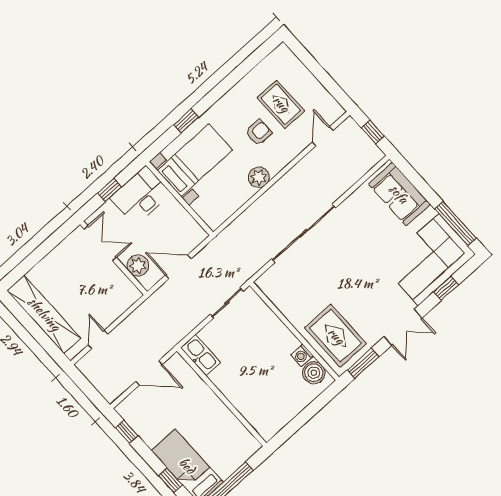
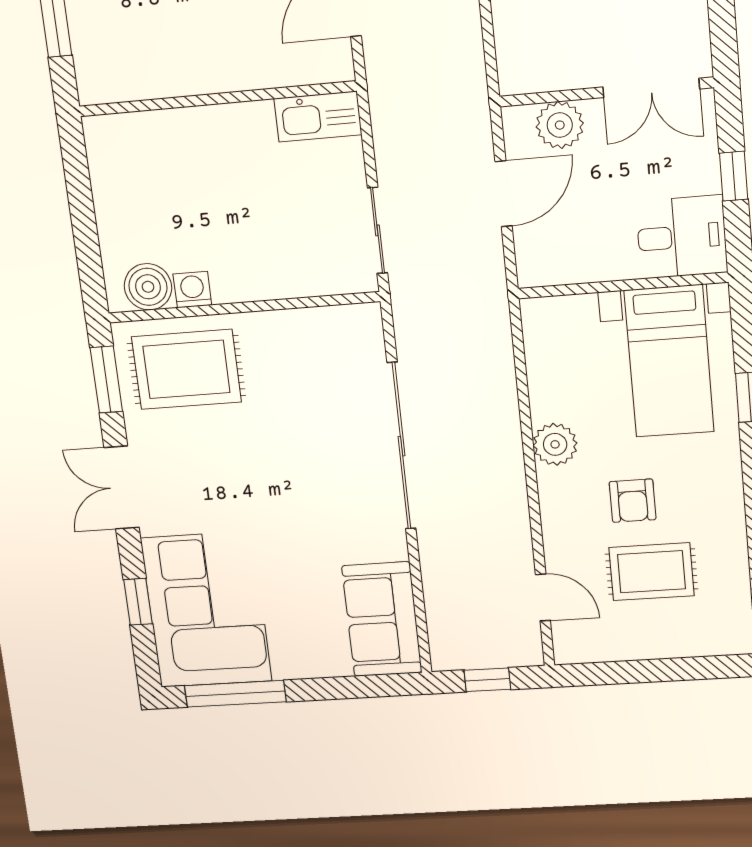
sofa: (399, 194) -> (382, 619), moved, turned -90
desk: (141, 196) -> (682, 237), width x0.73

